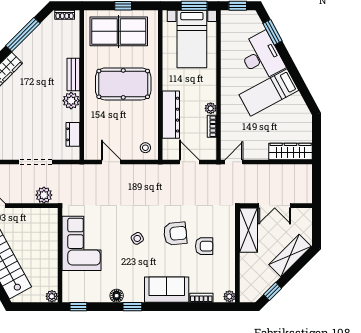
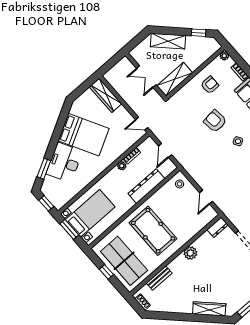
window: (23, 34) -> (176, 316), removed
bench: (73, 75) -> (159, 278), moved
bed: (269, 93) -> (84, 135), width x1.50
dresser: (73, 134) -> (218, 227), moved
double door: (275, 206) -> (146, 77), swing flipped
armchair: (204, 246) -> (210, 85), moved, turned 90

